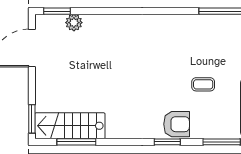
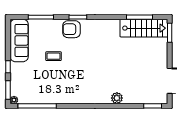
plant: (74, 23) -> (117, 98), moved

